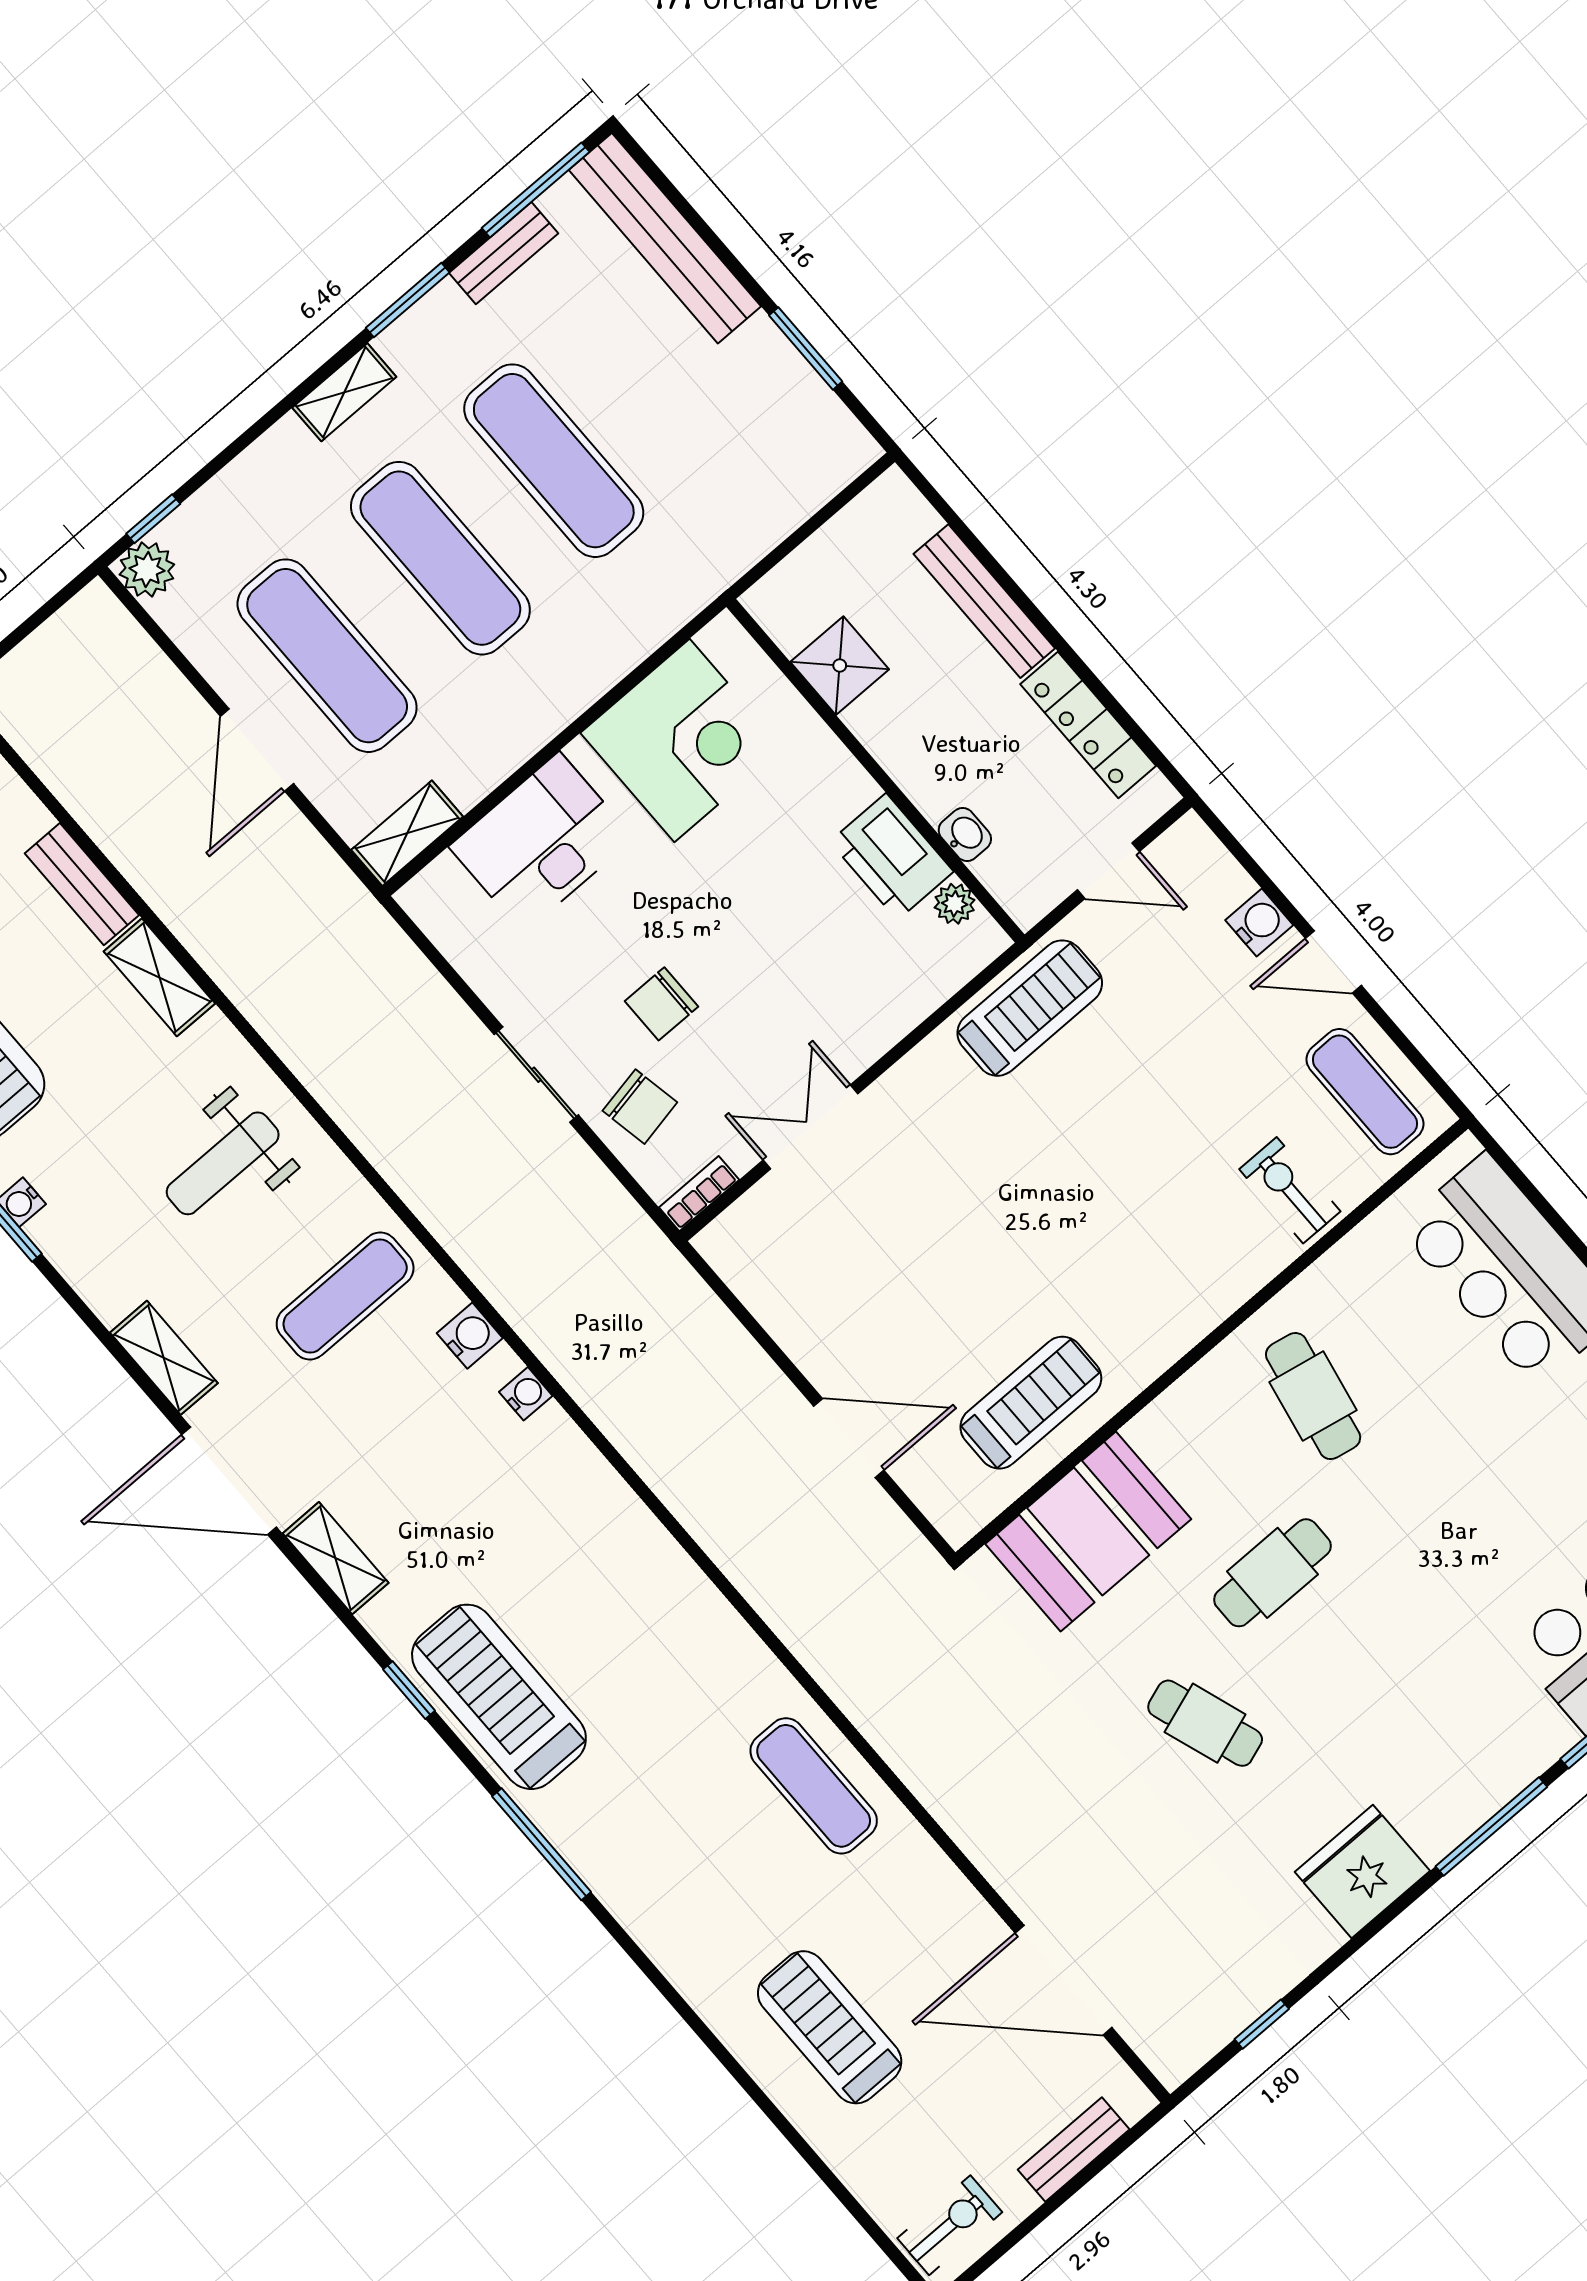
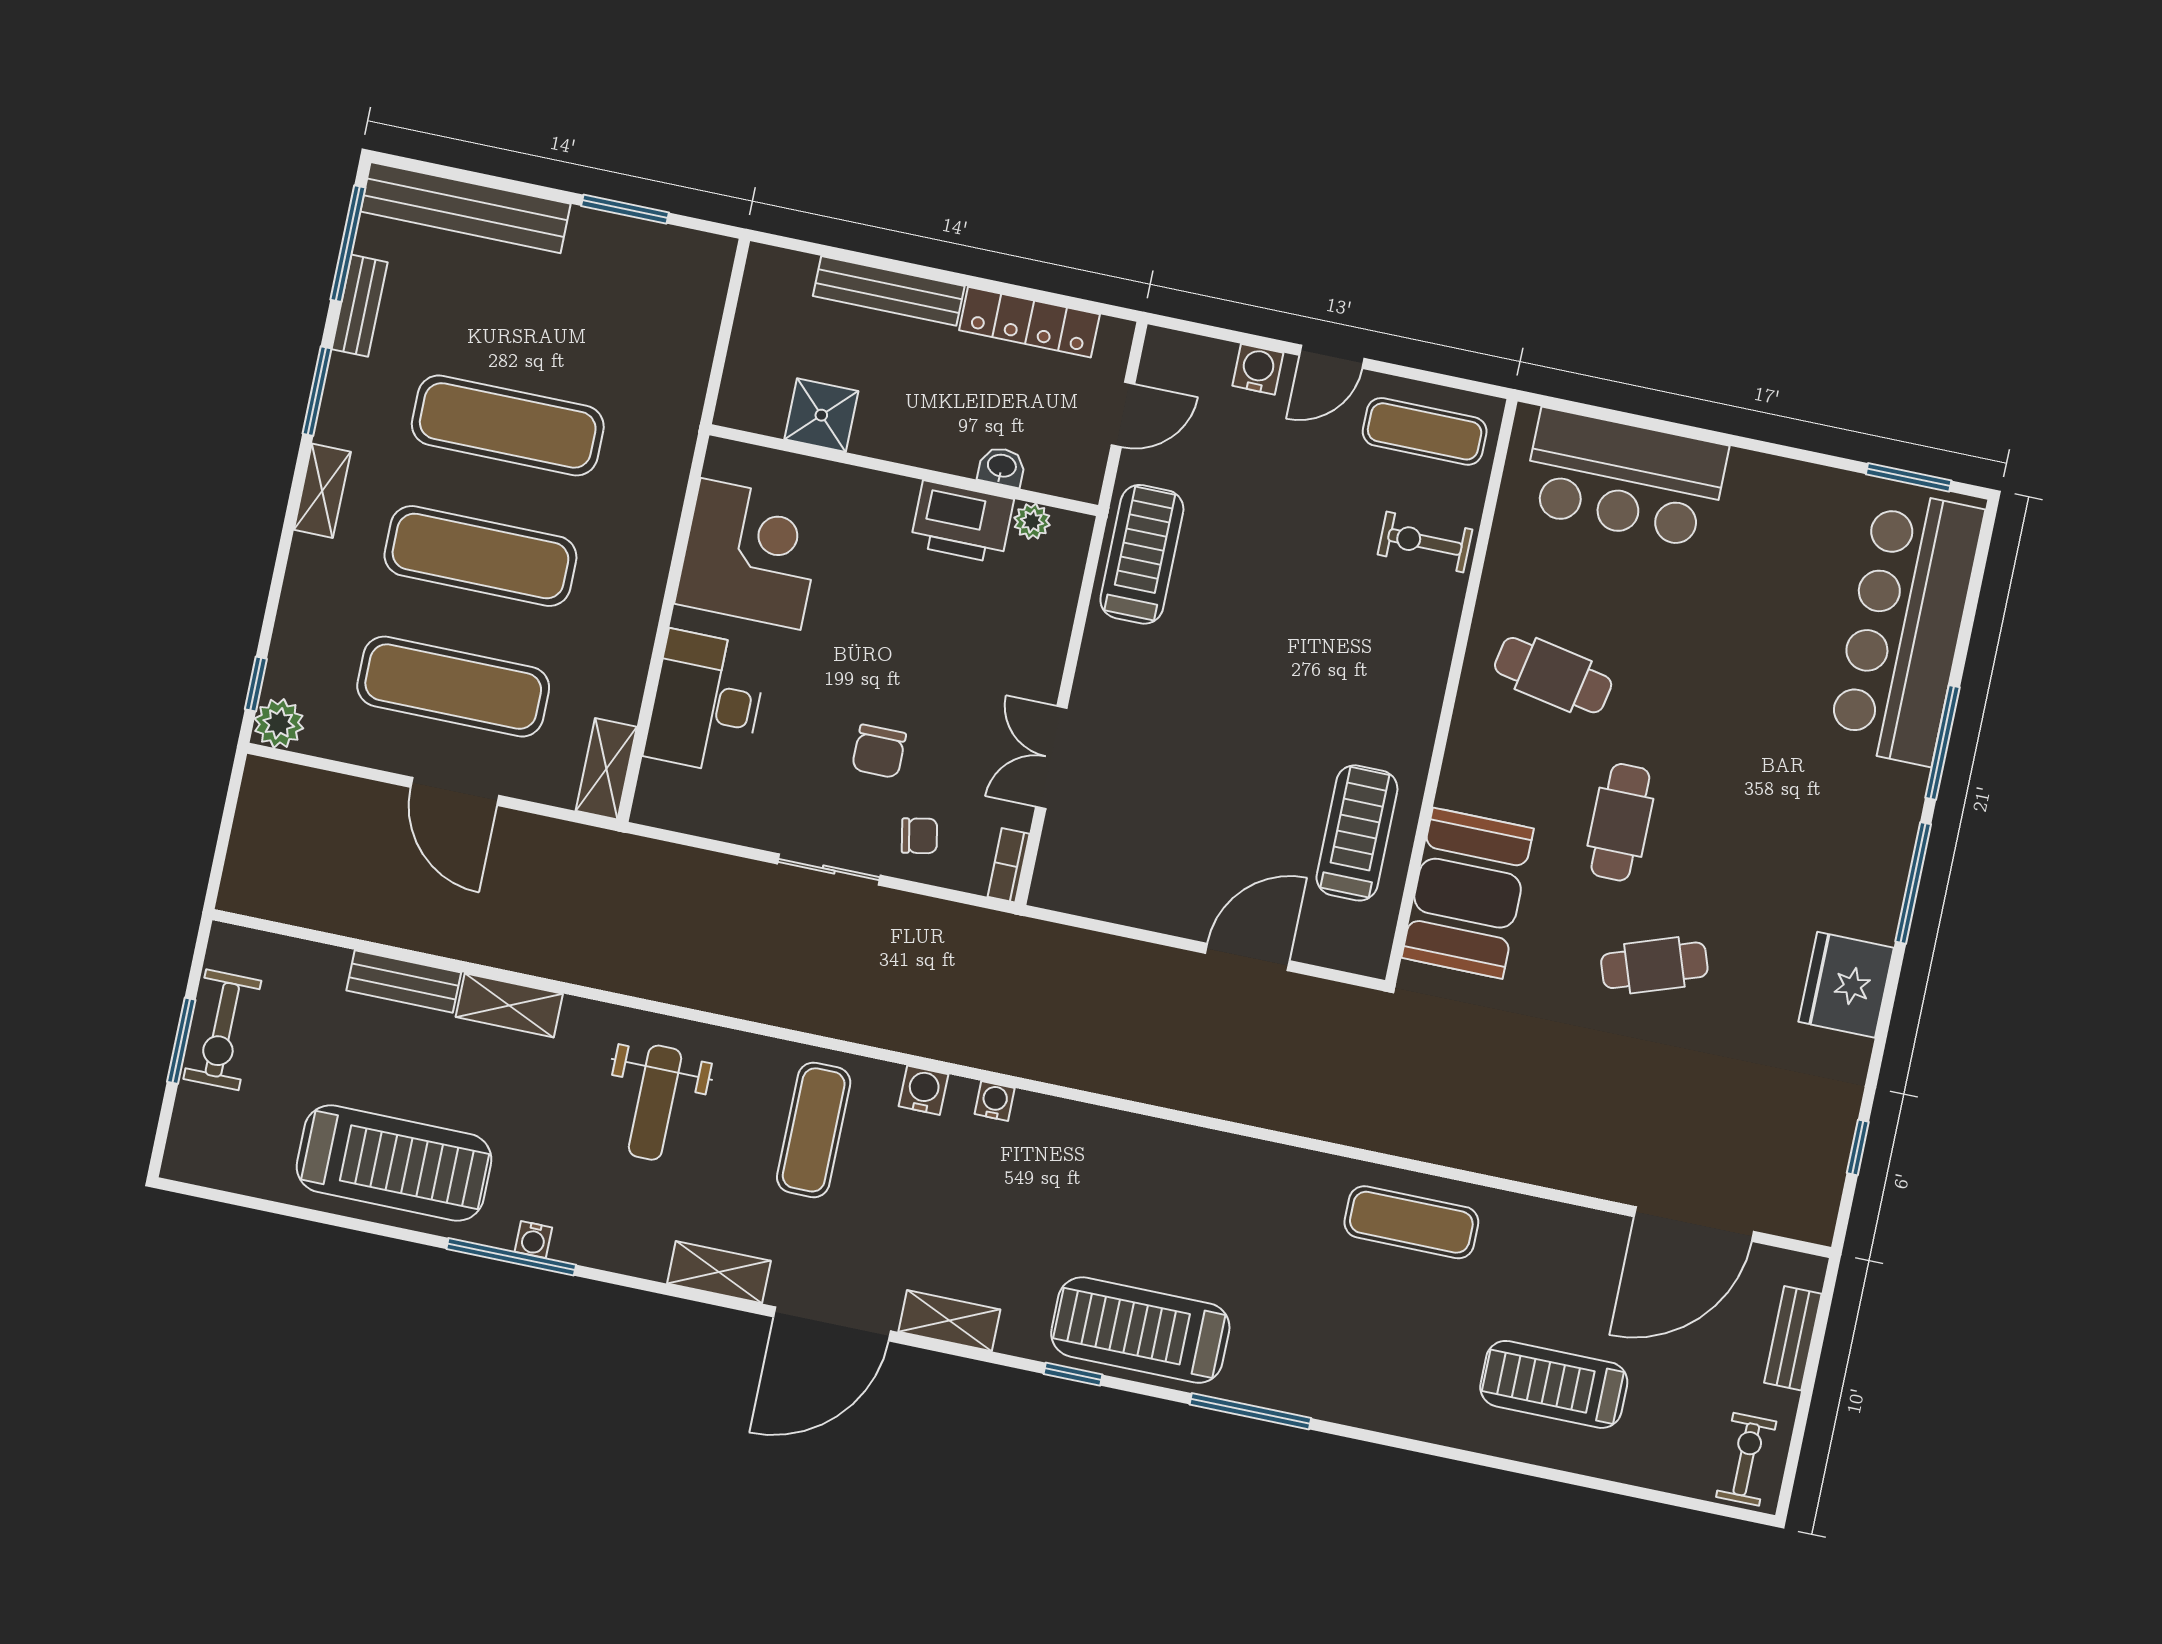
chair: (640, 1107) -> (919, 836), width x0.73, depth x0.73

